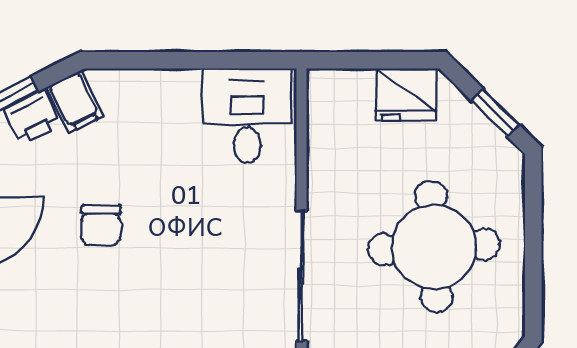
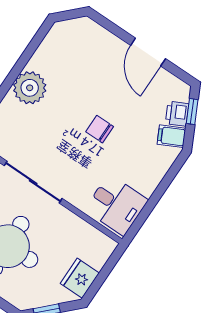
chair: (101, 225) -> (100, 129), moved

